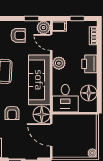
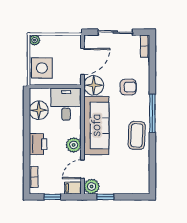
armchair: (18, 35) -> (121, 177), removed
door: (51, 42) -> (82, 169), swing flipped
armchair: (12, 113) -> (128, 87), turned 90
side table: (86, 129) -> (42, 68), added
door: (51, 135) -> (82, 61), hinge flipped

